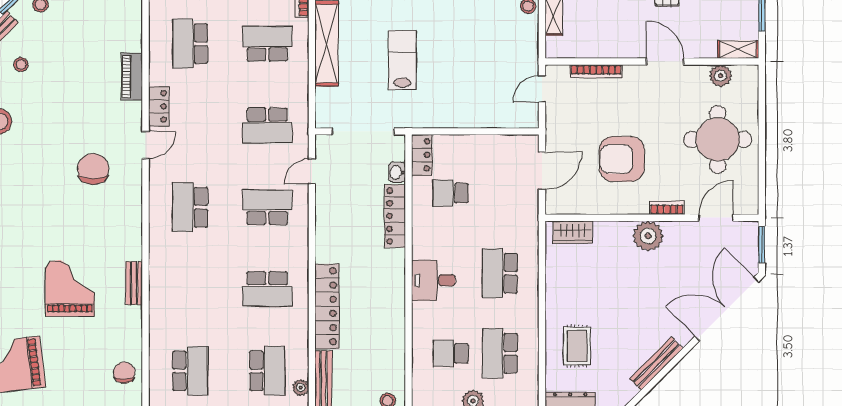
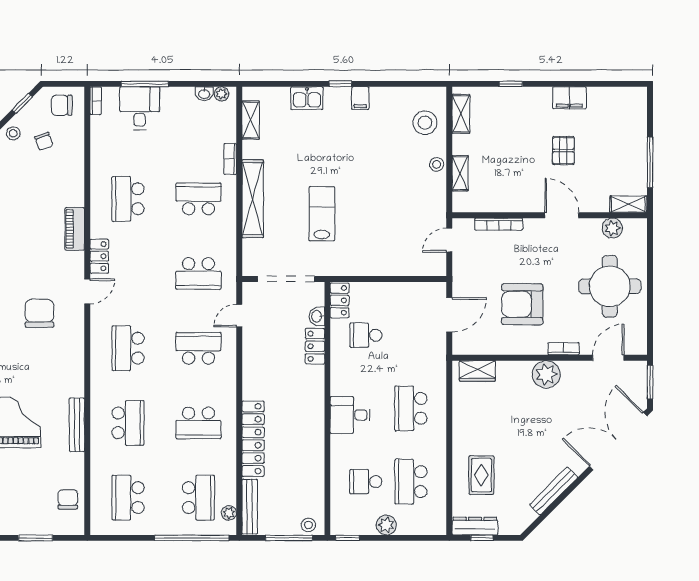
locker: (395, 216) -> (315, 346), width x0.66
bench: (134, 283) -> (77, 425), width x1.36
school desk: (190, 289) -> (128, 423), added
school desk: (190, 371) -> (128, 498), turned 180

